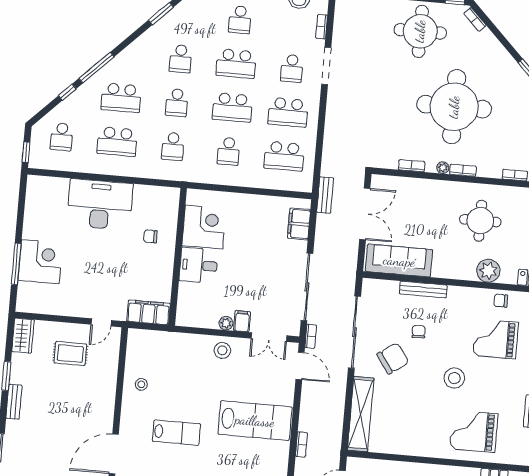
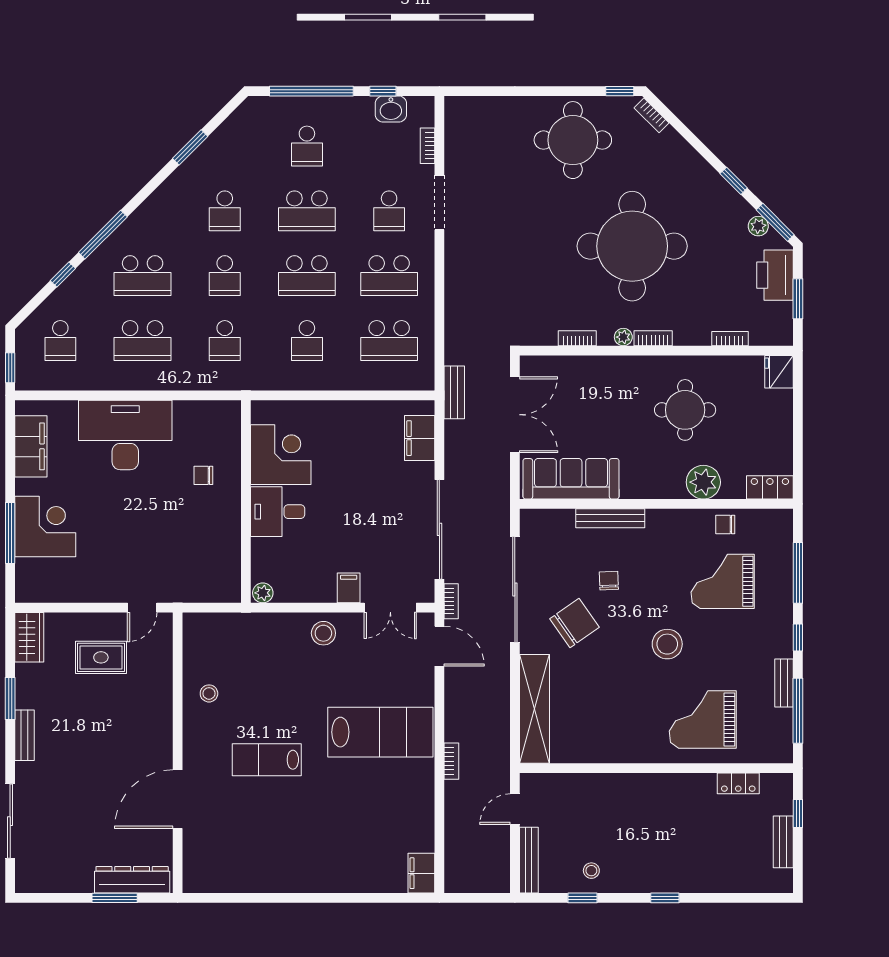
filing cabinet: (149, 312) -> (31, 446), moved, turned 90
plant: (226, 323) -> (263, 593), moved
lab bench: (176, 433) -> (267, 760), turned 180

